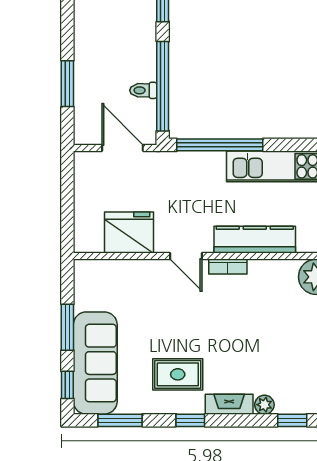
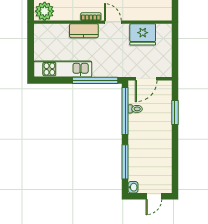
door: (122, 148) -> (146, 79), hinge flipped
kitchen counter: (255, 240) -> (84, 31), width x0.67

